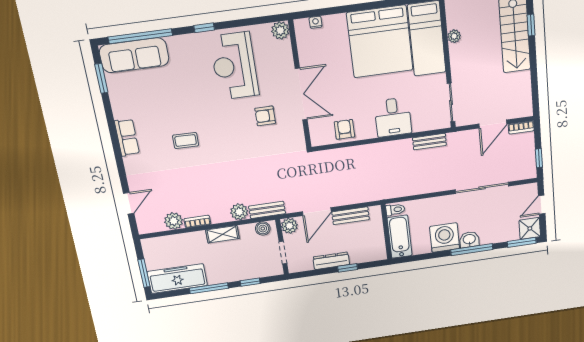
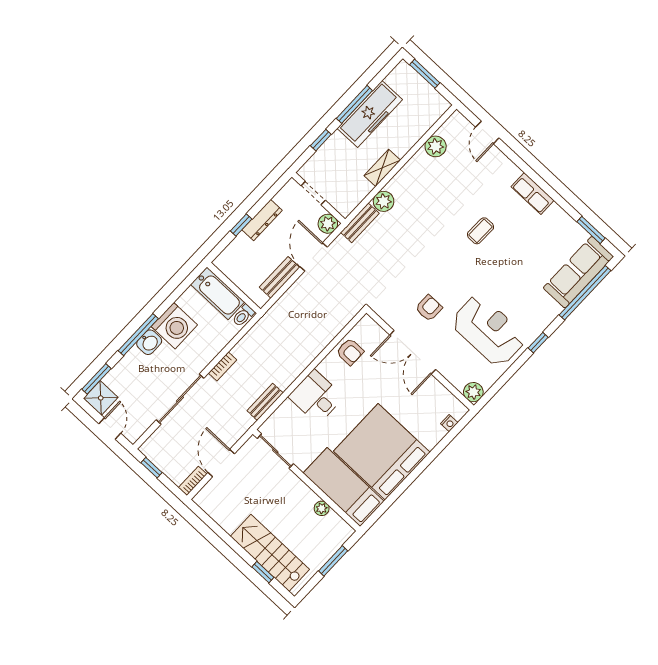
bookcase: (197, 222) -> (223, 366), moved
boiler: (263, 229) -> (350, 202), removed
freezer: (177, 279) -> (370, 114), moved

